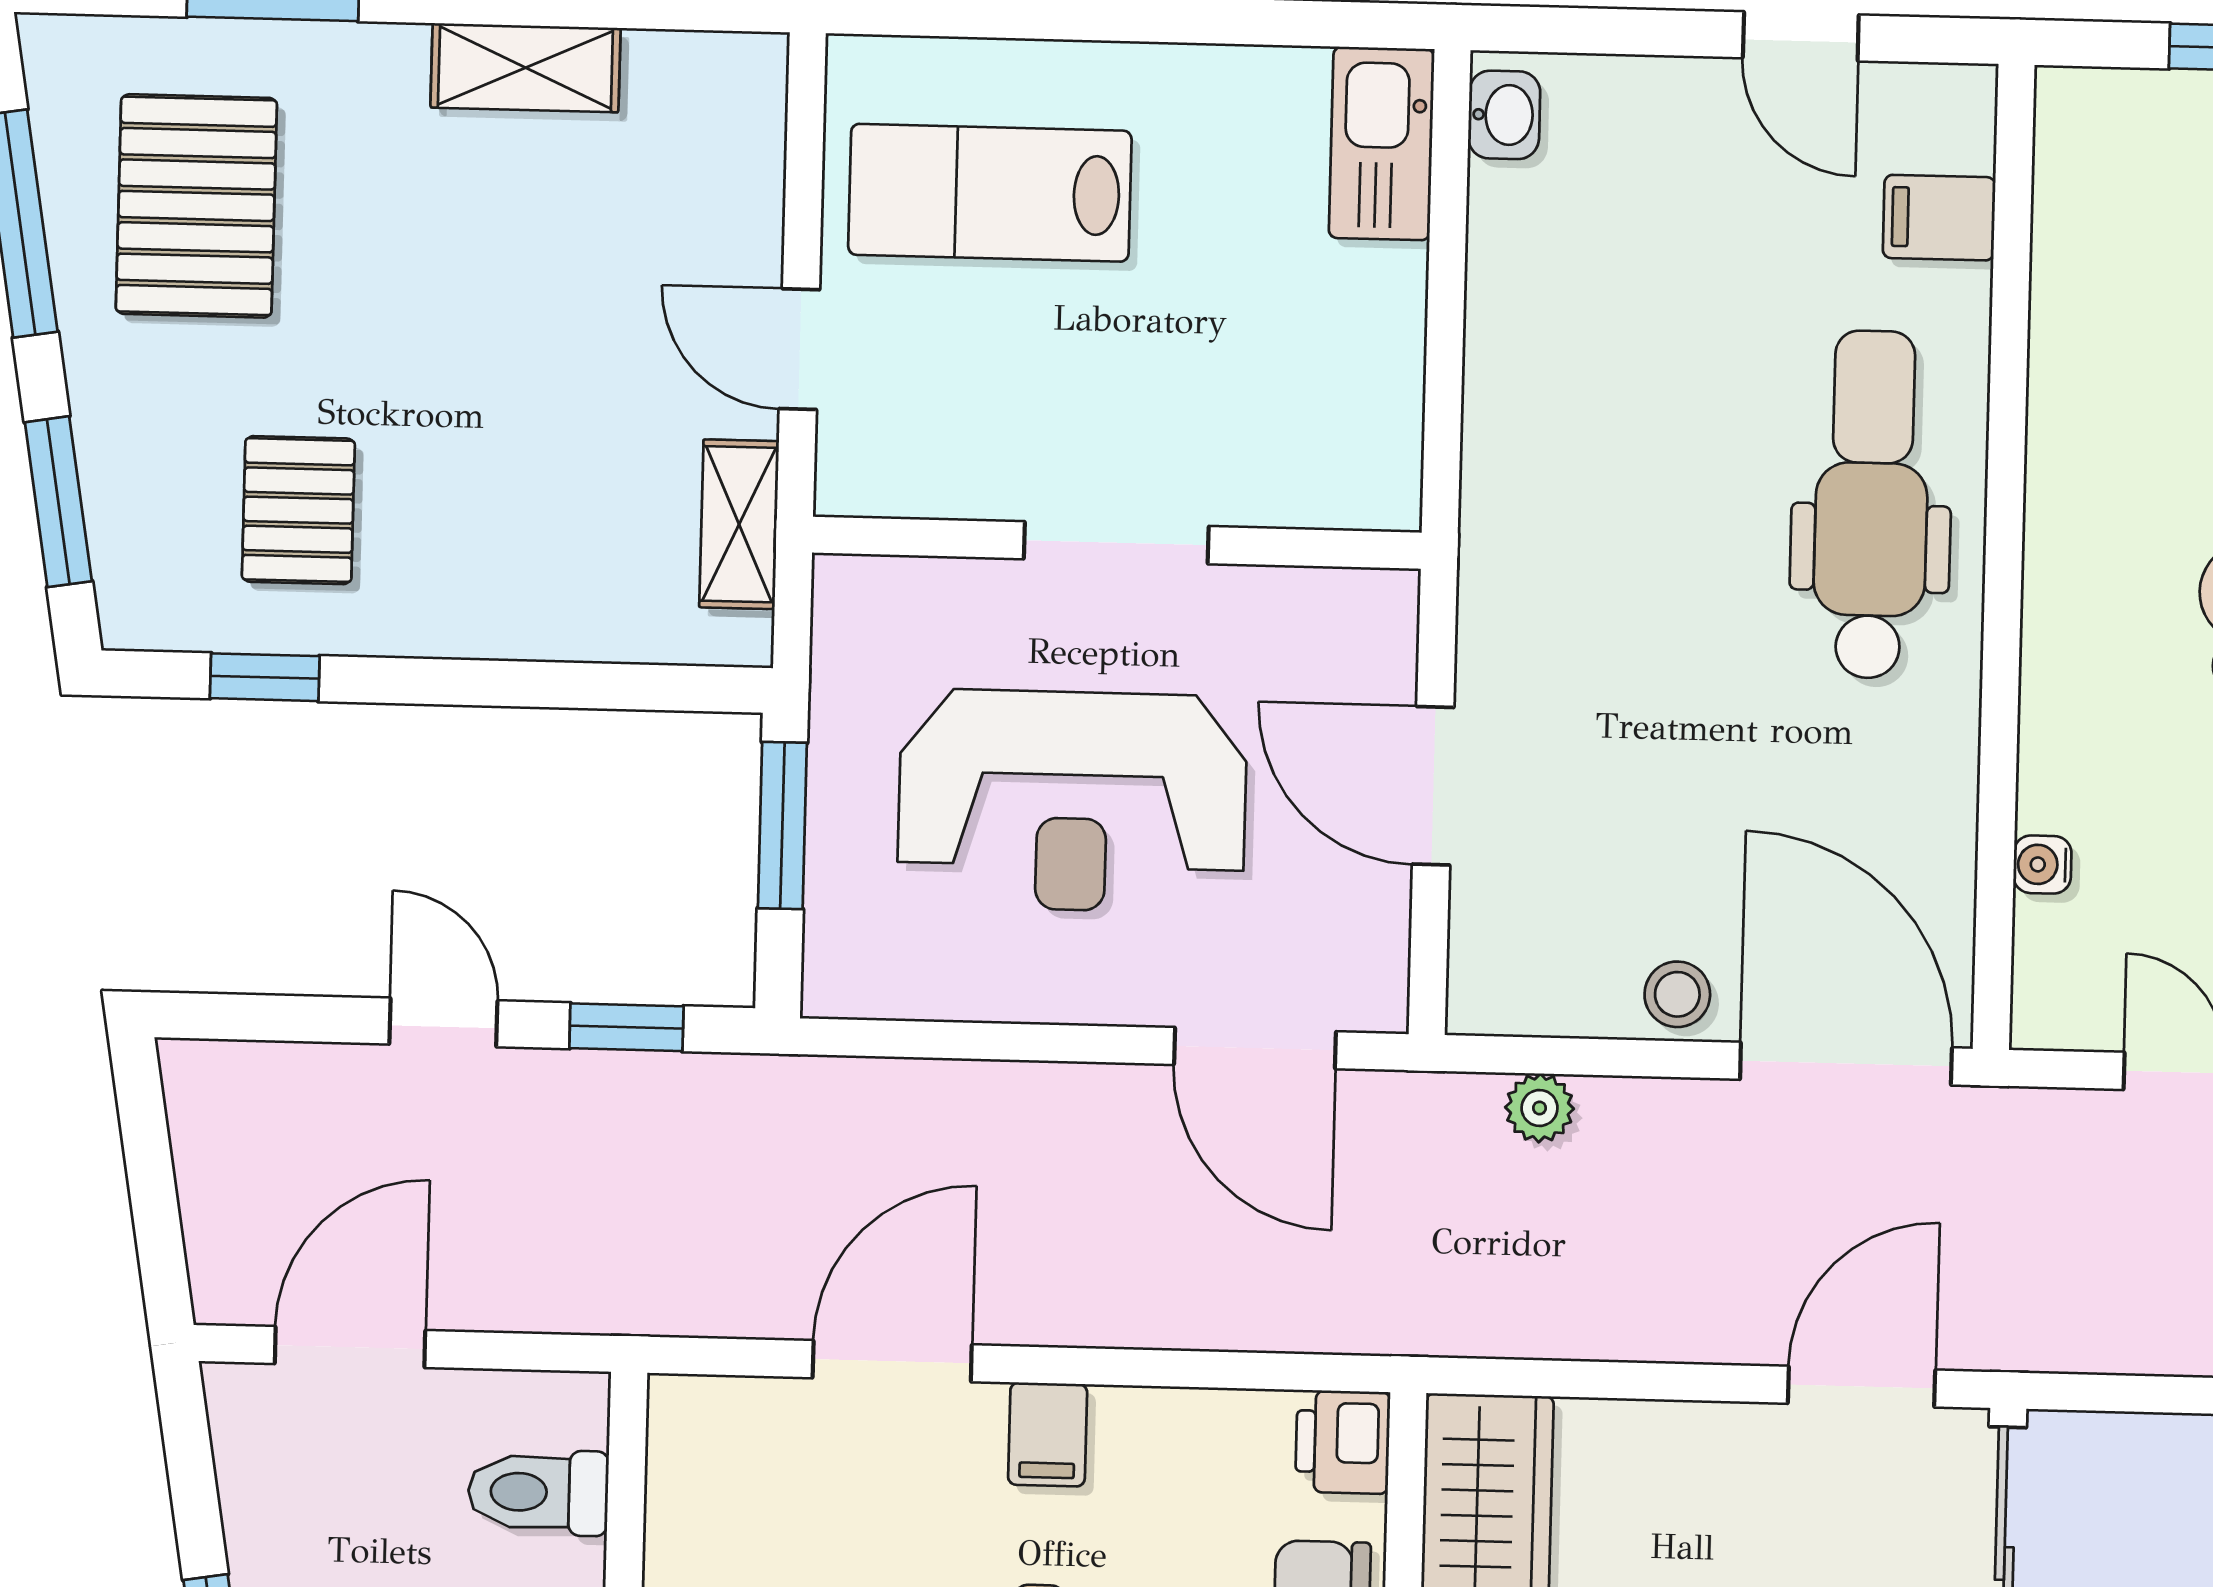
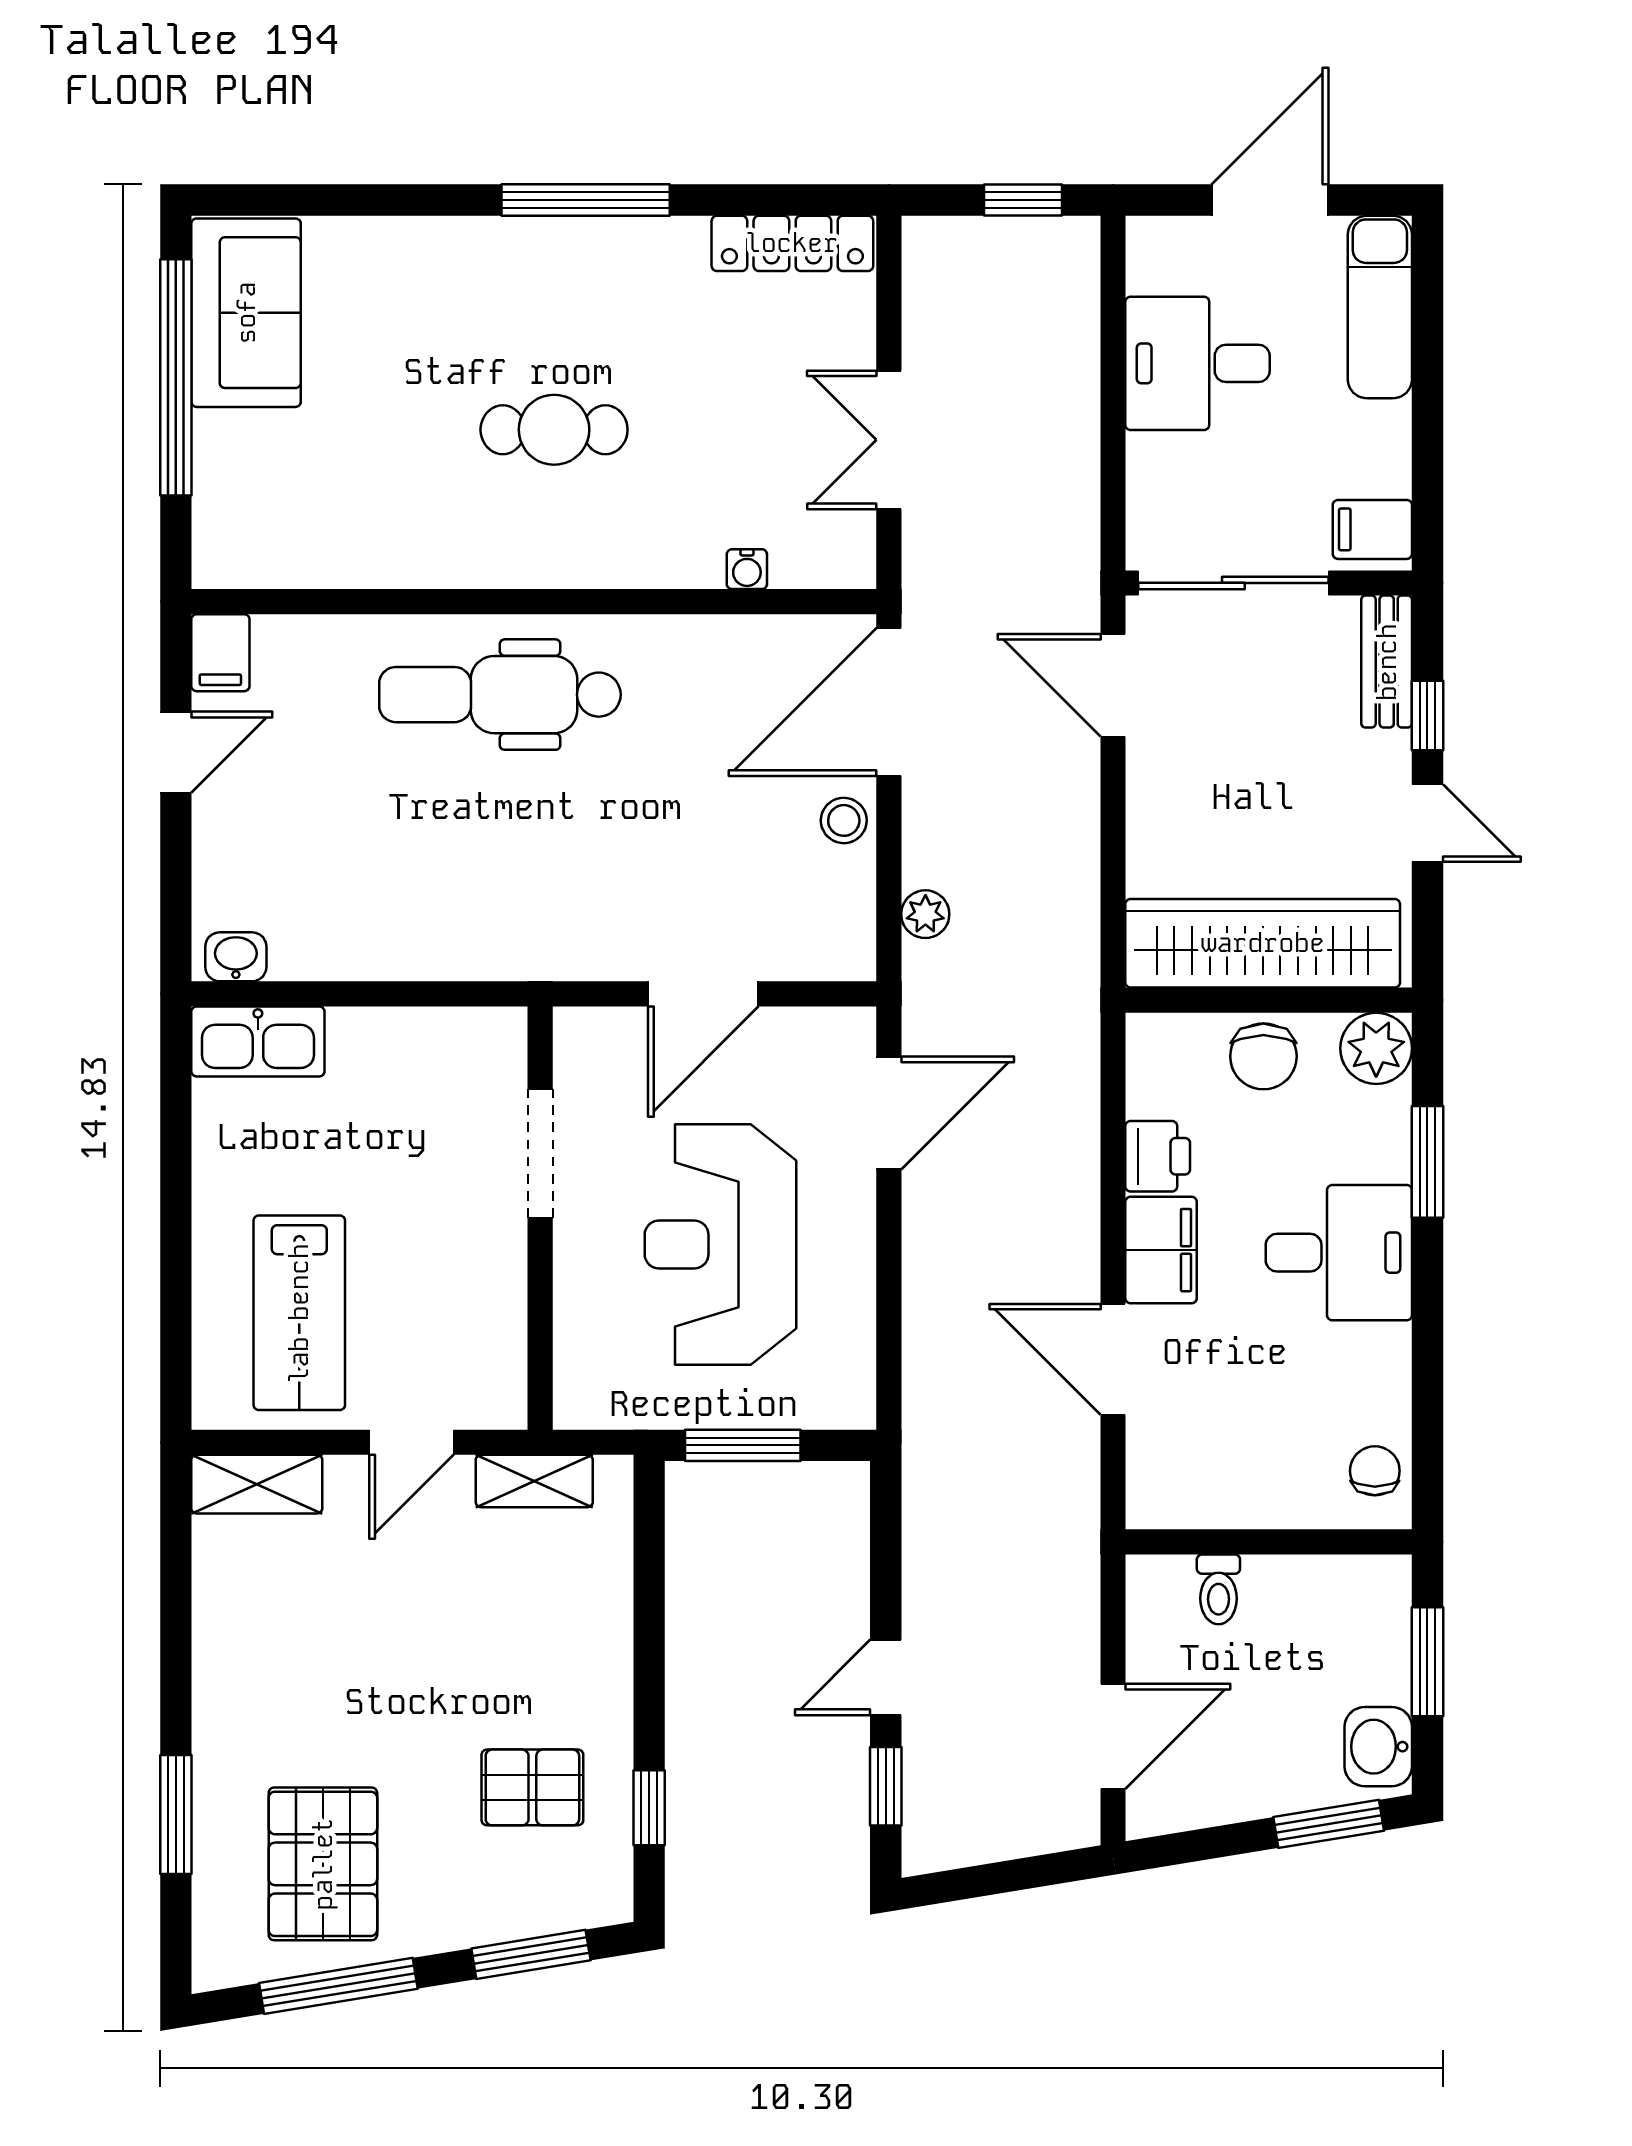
shelving: (525, 68) -> (257, 1484), moved, turned 90
pallet: (196, 206) -> (323, 1864), turned 90
filing cabinet: (1939, 218) -> (220, 653), moved
doorway: (1116, 543) -> (540, 1153), moved
reception desk: (1072, 801) -> (720, 1244), turned 180
window: (626, 1027) -> (886, 1786), moved
door: (350, 1347) -> (1113, 1736), swing flipped
filing cabinet: (1048, 1434) -> (1161, 1250), width x2.00
printer: (1343, 1442) -> (1158, 1156), moved, turned -90
toilet: (538, 1492) -> (1218, 1589), width x0.73, depth x0.72

